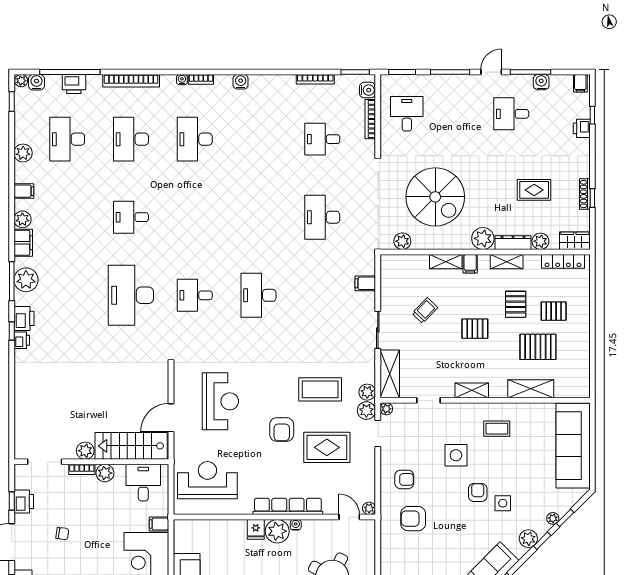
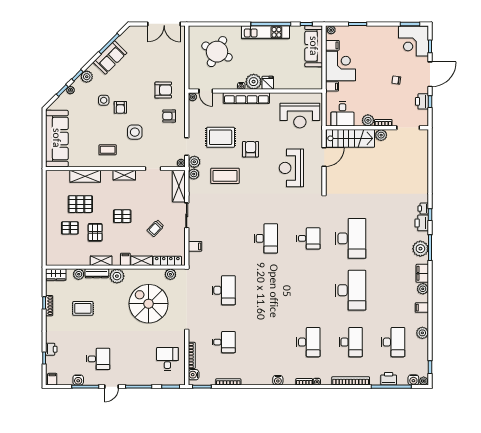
desk: (407, 114) -> (167, 359), turned 180
desk: (131, 217) -> (351, 290), width x1.87, depth x1.30
locker: (563, 261) -> (167, 261), moved

